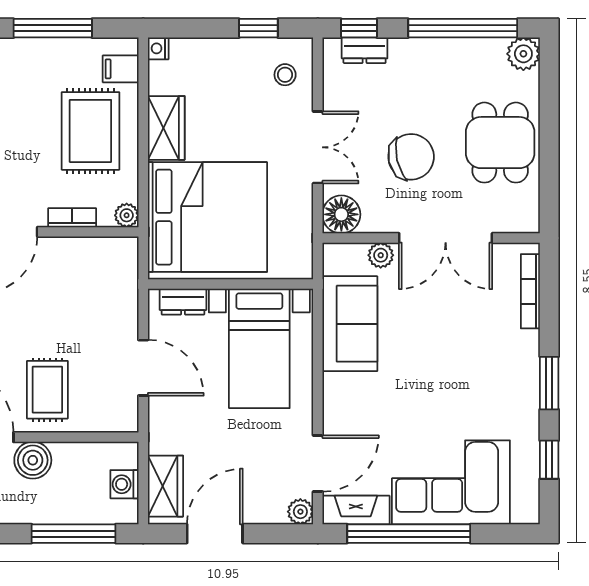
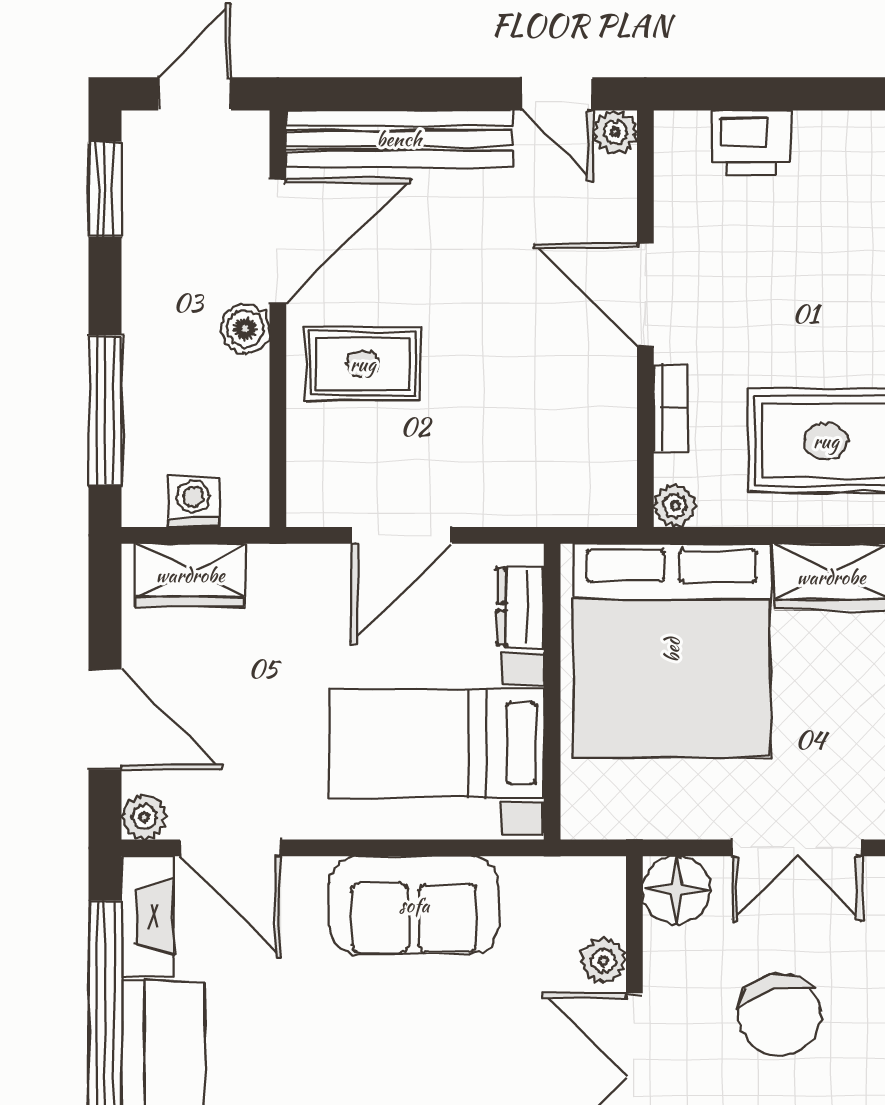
sofa: (350, 324) -> (414, 905), moved
boiler: (33, 460) -> (245, 329), width x0.73, depth x0.73
door: (215, 534) -> (105, 719), moved

